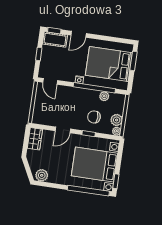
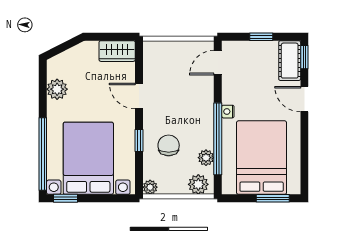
plant: (117, 120) -> (198, 184), moved
plant: (42, 175) -> (57, 89), moved

